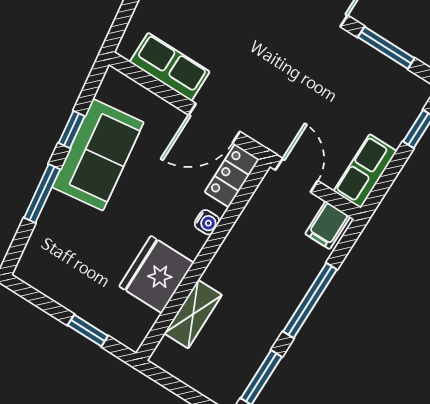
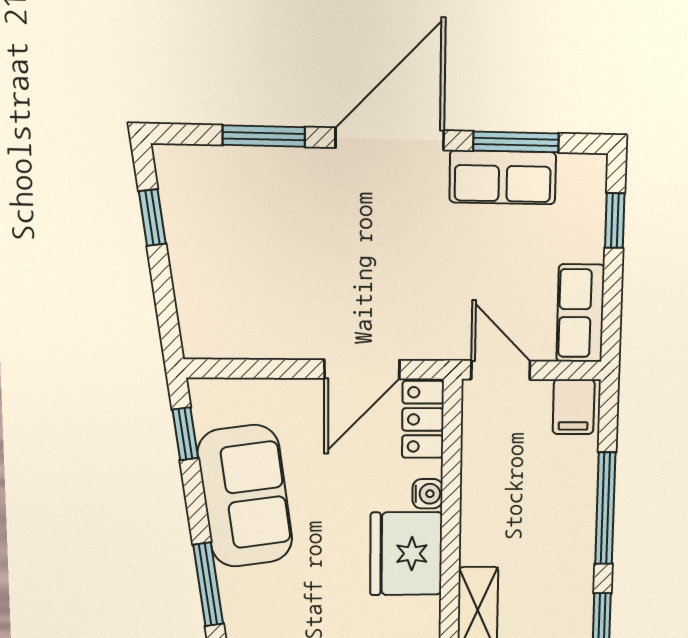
row of seats: (170, 67) -> (503, 177), moved, turned 180
window: (72, 129) -> (185, 434), moved
fridge: (156, 274) -> (406, 554), moved

